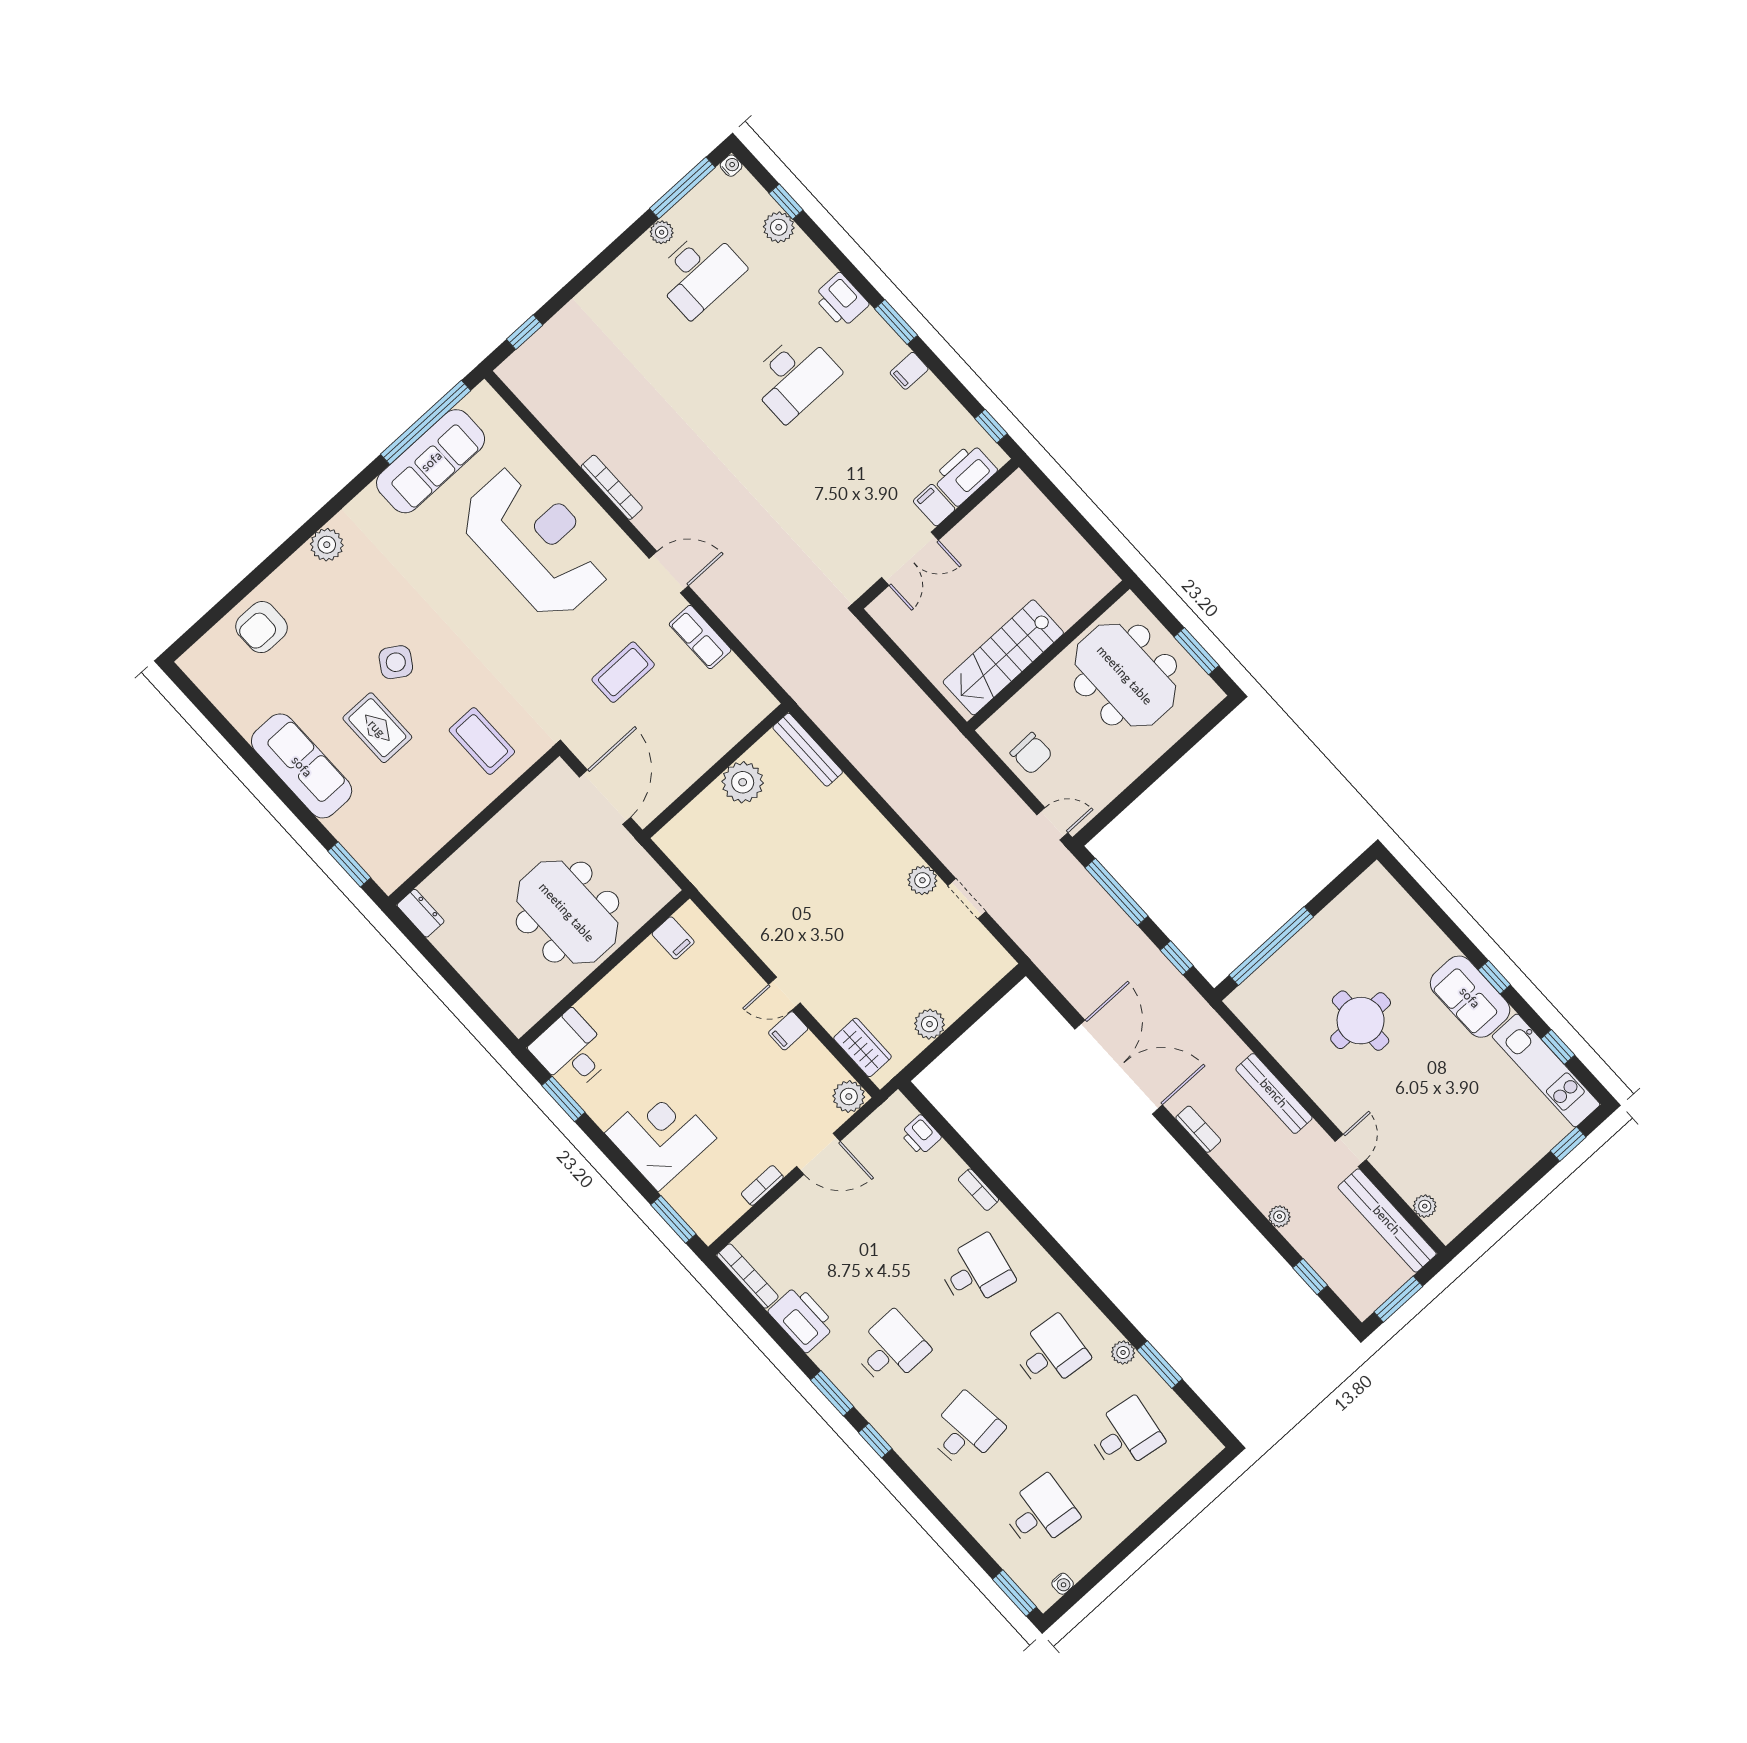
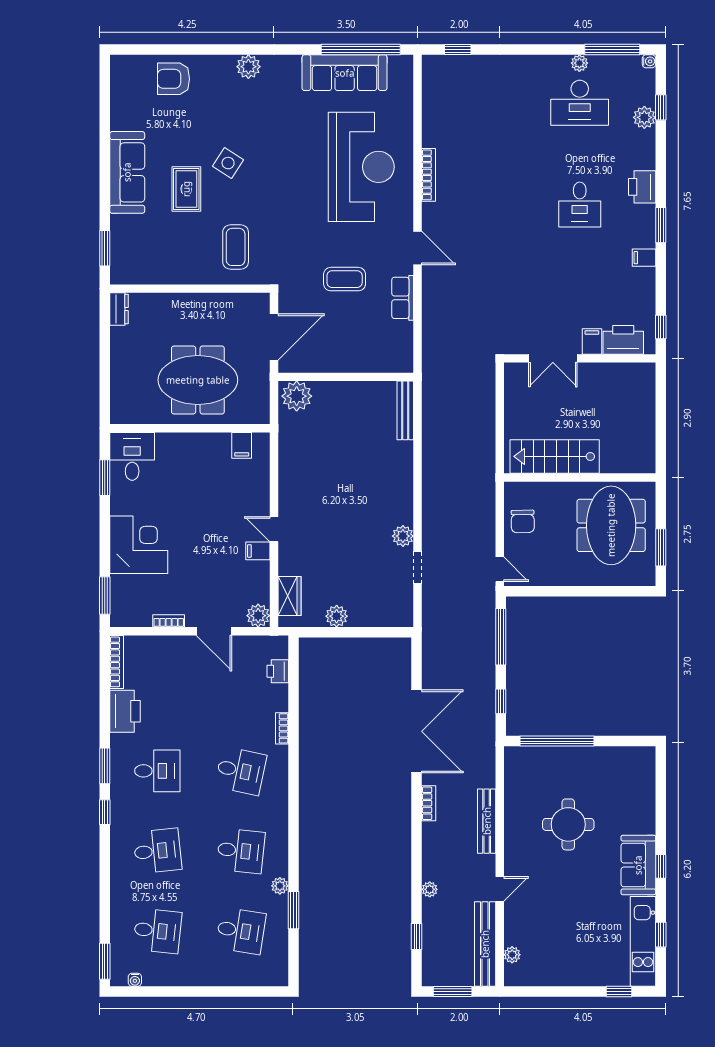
desk: (794, 376) -> (580, 204), width x0.73
plant: (743, 782) -> (297, 396), moved
meeting table: (567, 912) -> (198, 380), turned 90

